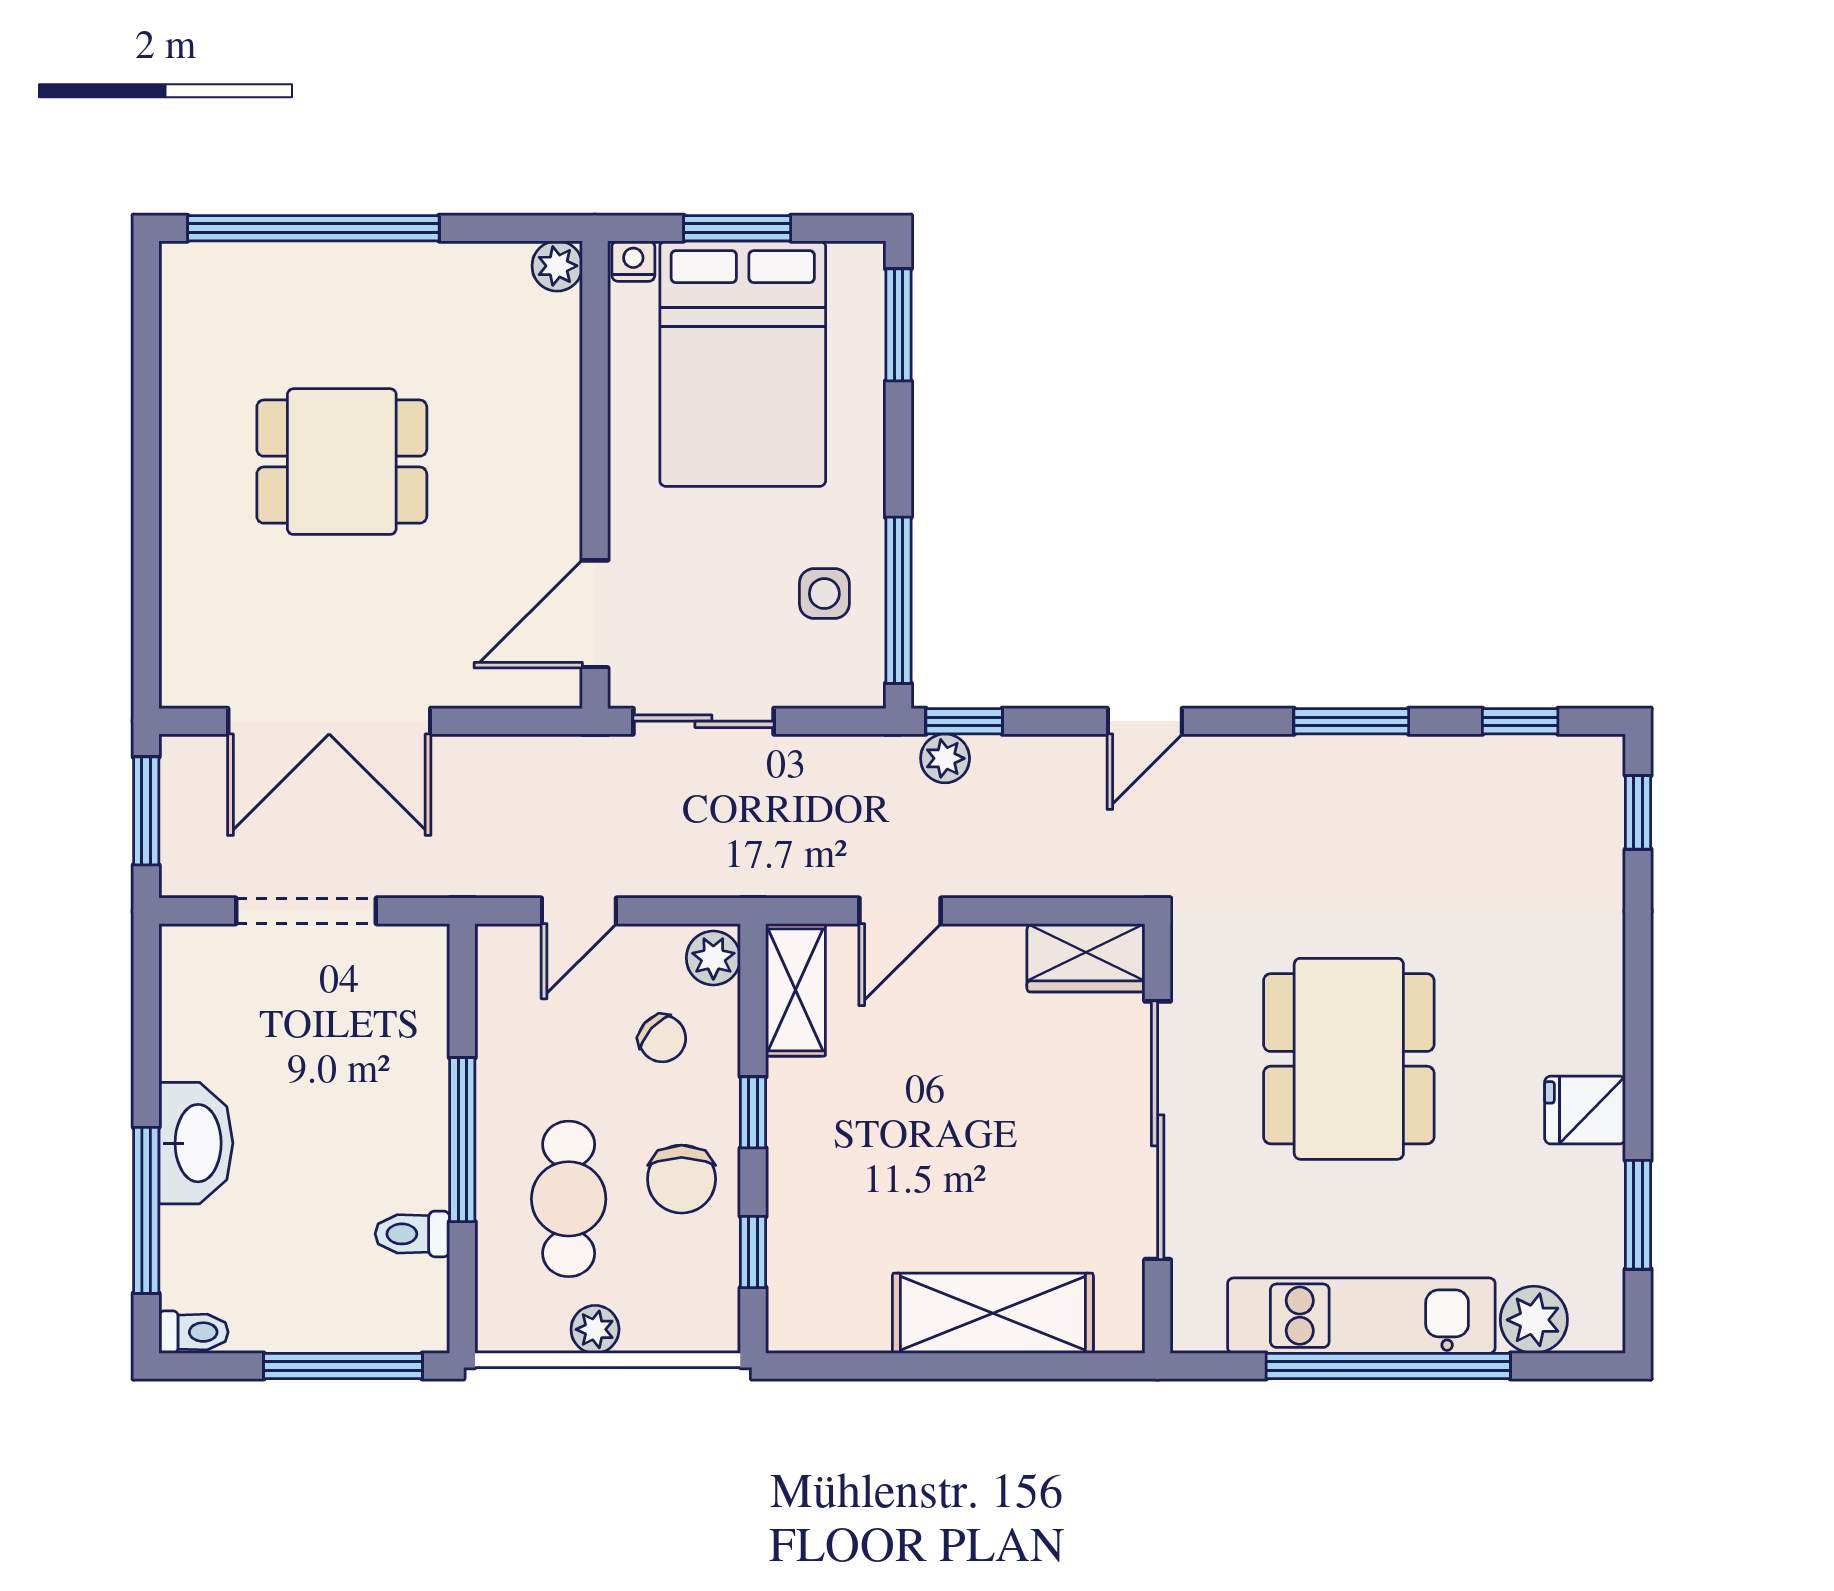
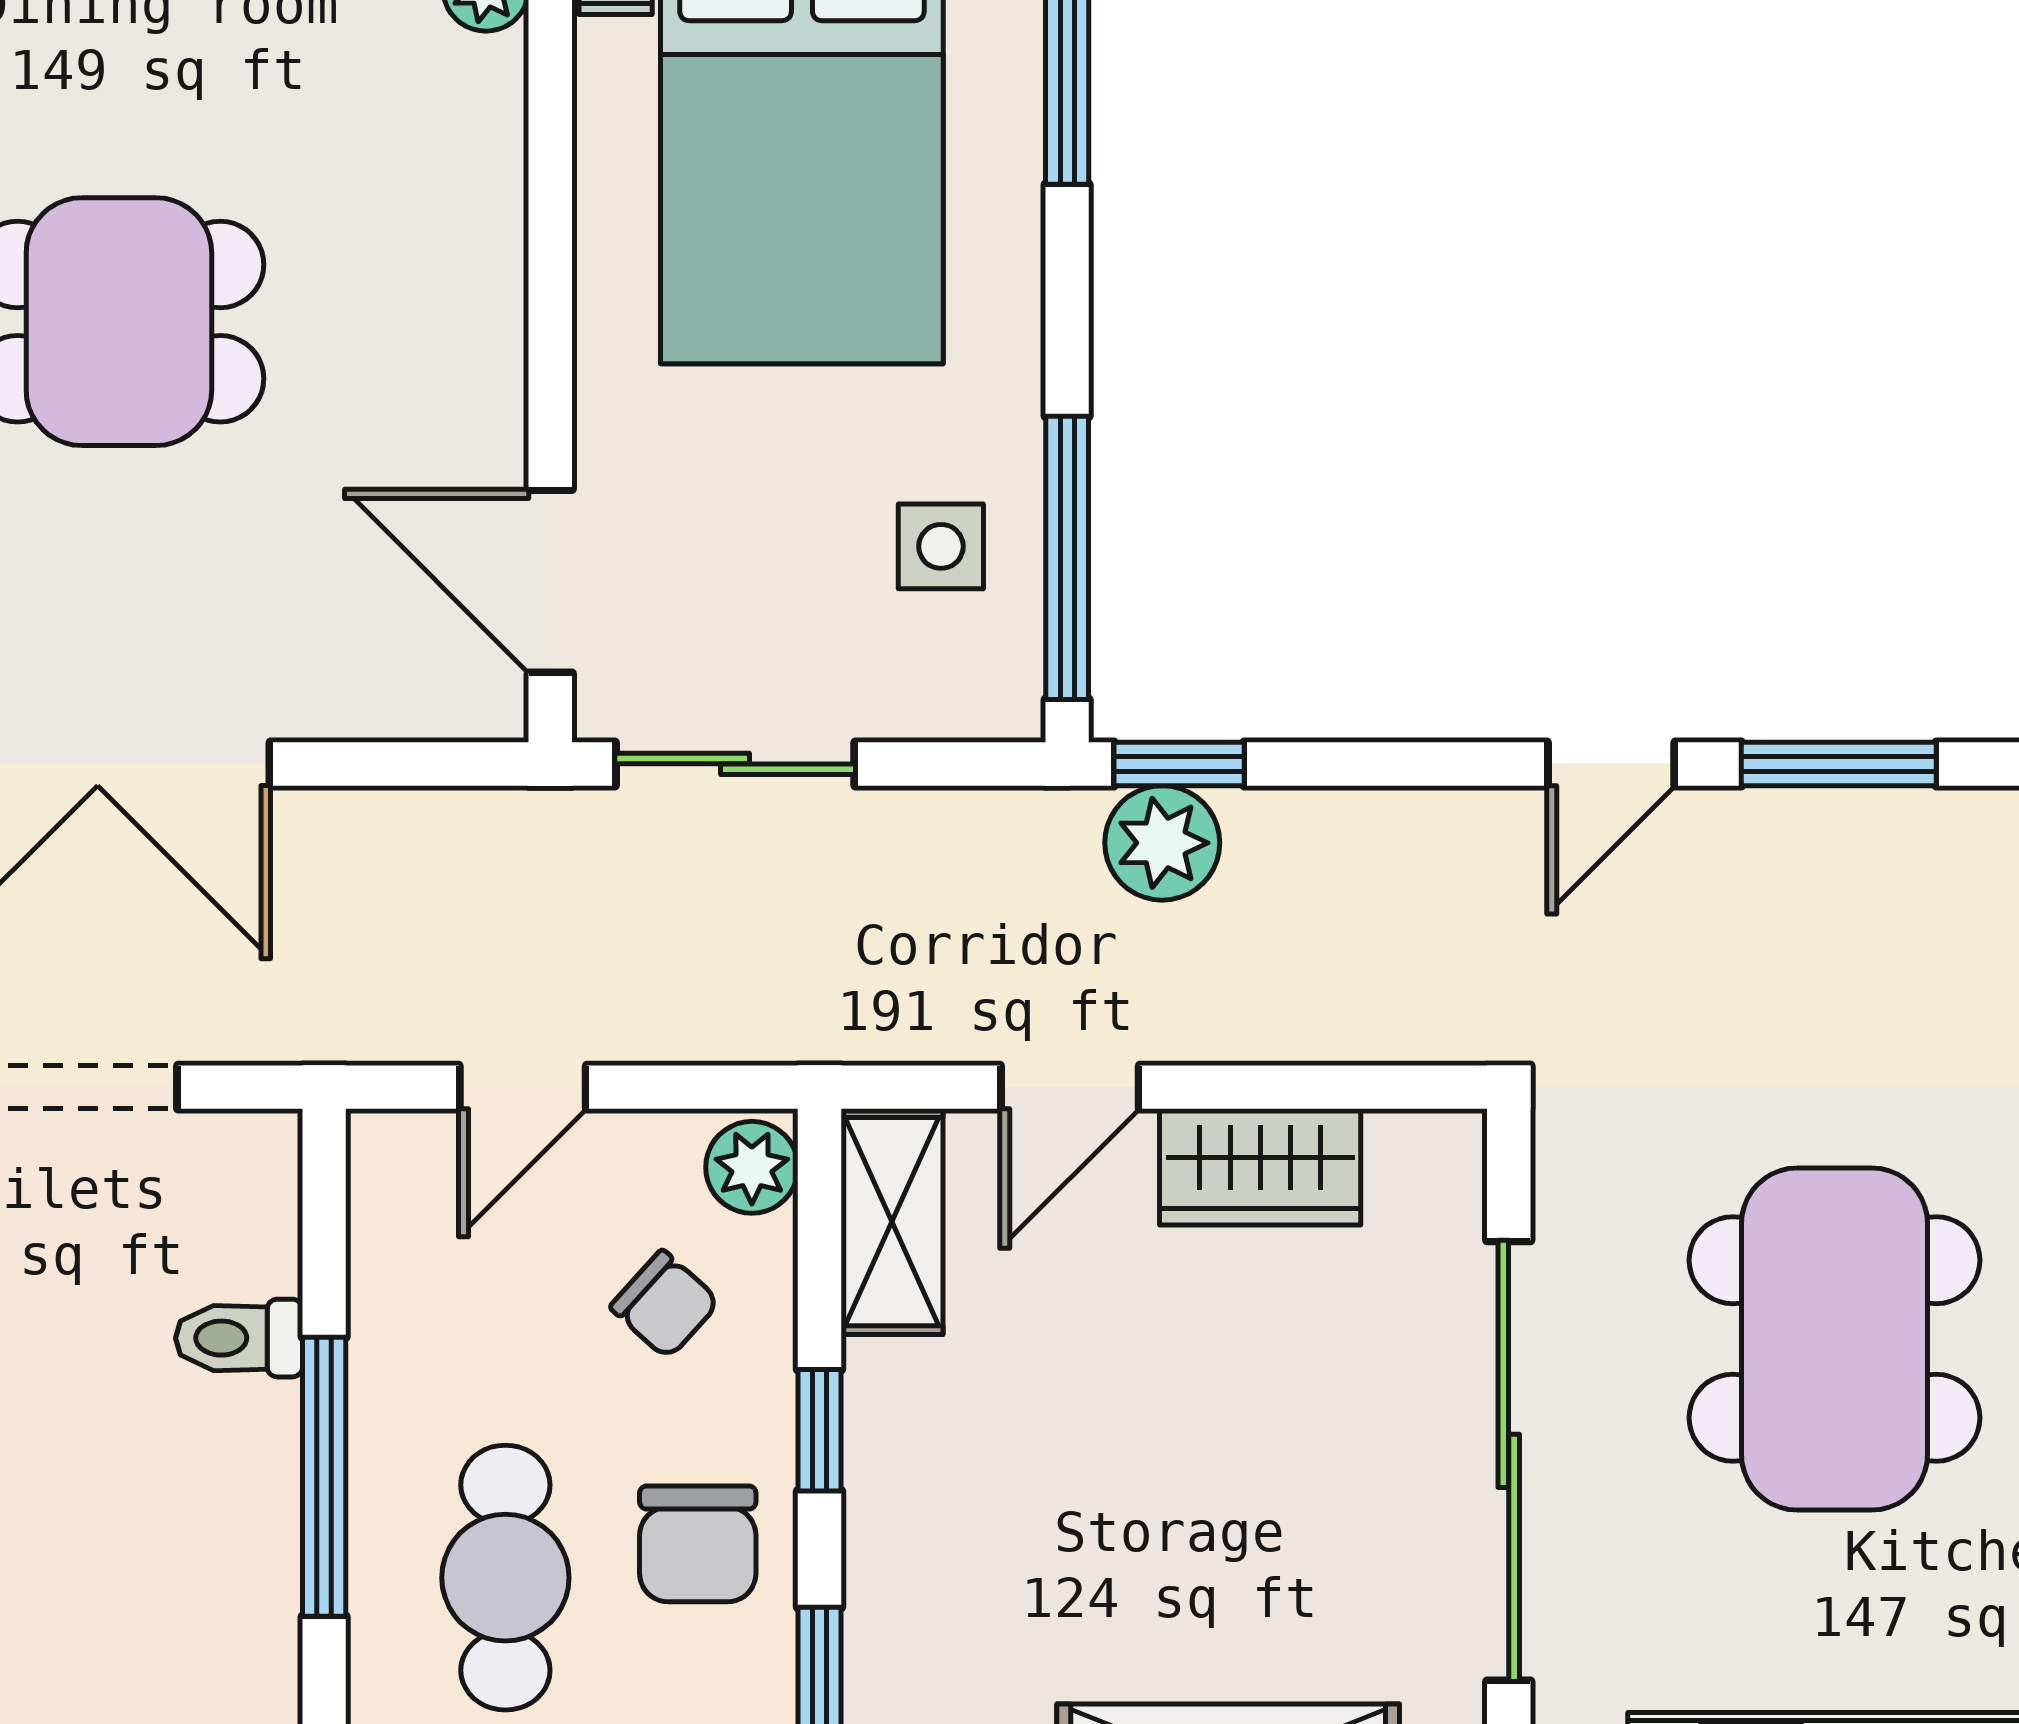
door: (595, 614) -> (550, 581), hinge flipped
door: (1145, 721) -> (1611, 764), moved
plant: (945, 758) -> (1162, 843), width x1.38, depth x1.38
wardrobe: (1086, 958) -> (1260, 1167), moved
toilet: (412, 1234) -> (239, 1338), moved

